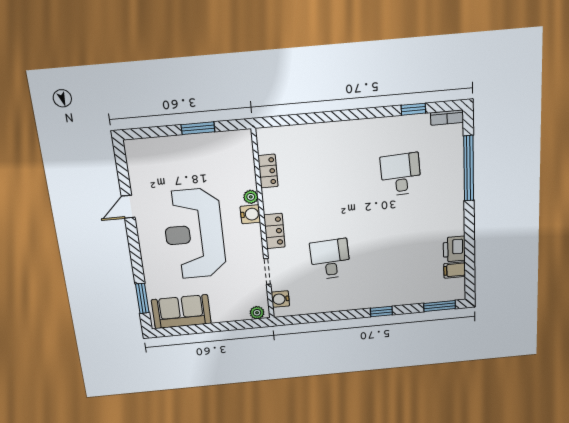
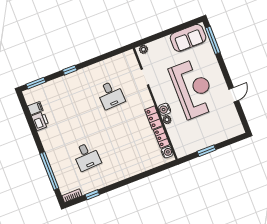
locker: (274, 231) -> (153, 118), moved
window: (142, 298) -> (213, 40), width x1.44
water cooler: (280, 299) -> (167, 152), moved

